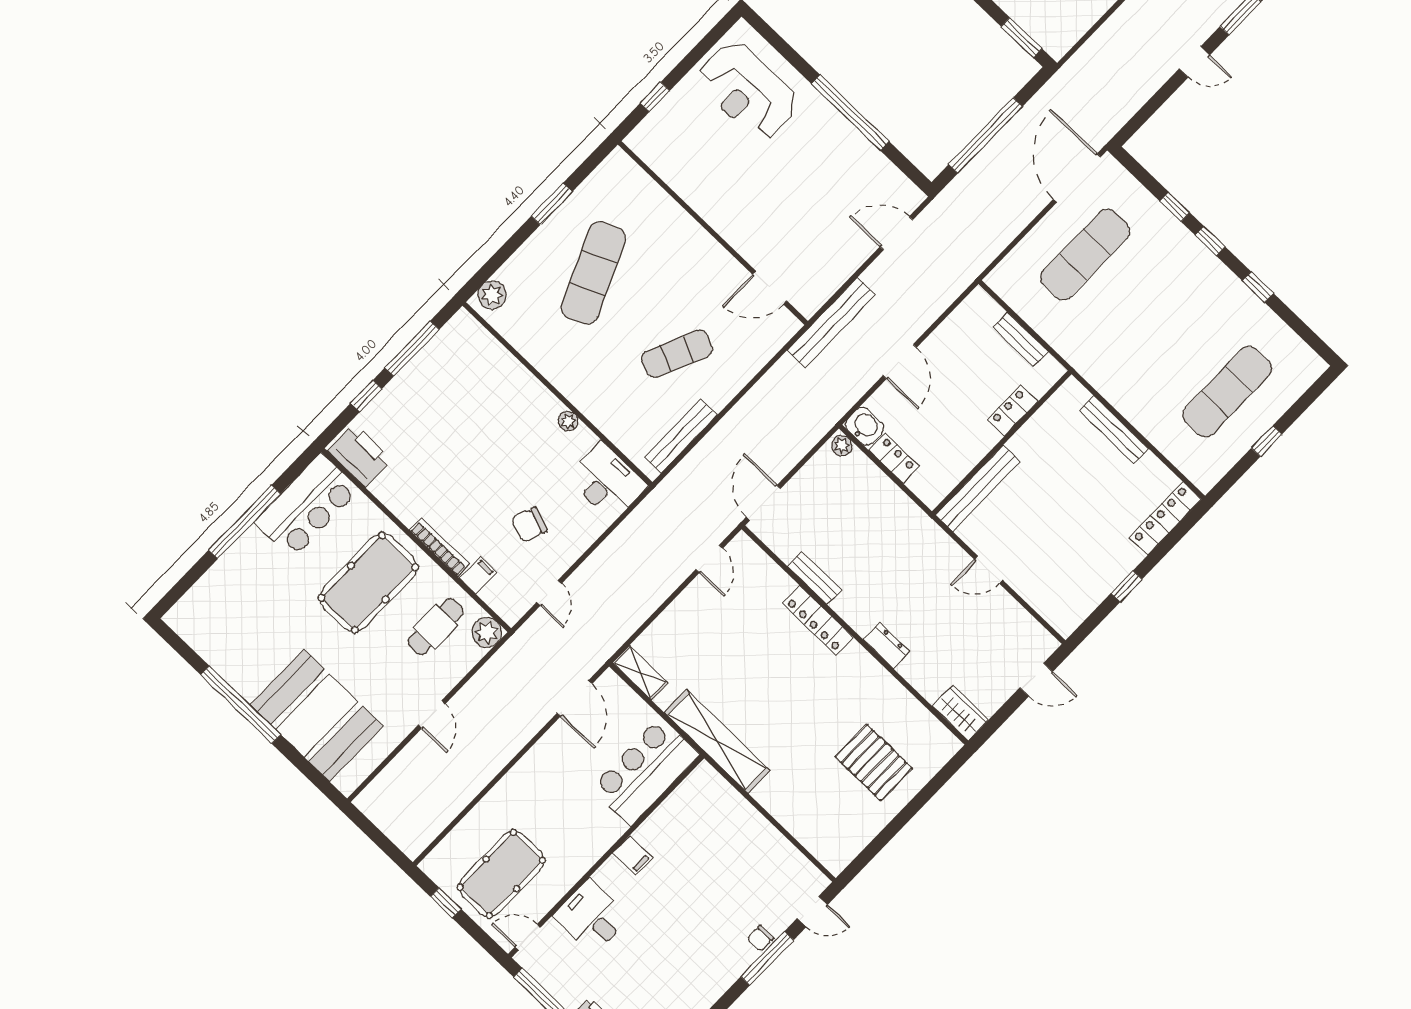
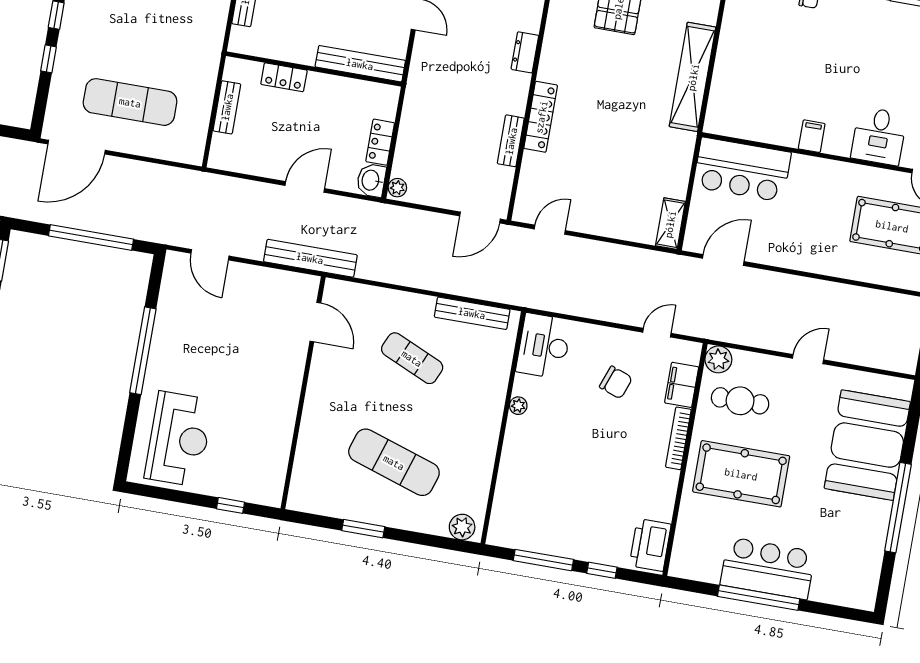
exercise mat: (593, 273) -> (394, 462), turned 42
bar counter: (307, 506) -> (768, 568), moved
filing cabinet: (478, 575) -> (682, 385), width x2.00
shelving: (717, 741) -> (693, 77), moved

